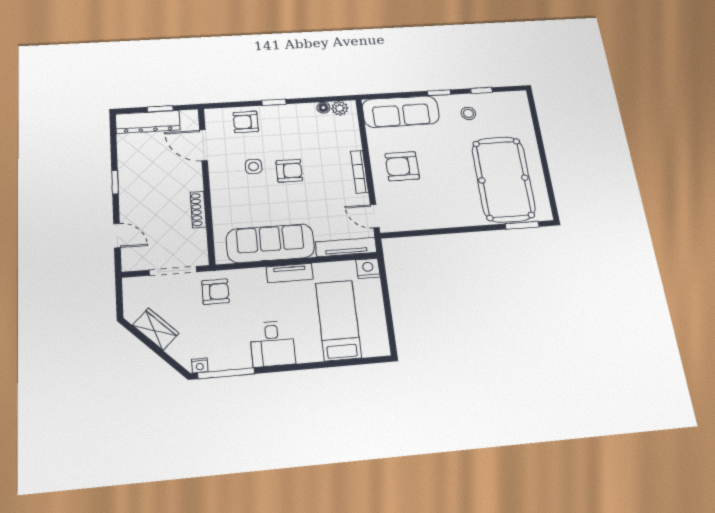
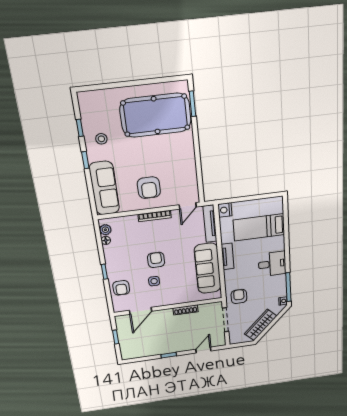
dresser: (148, 122) -> (126, 343), removed
wardrobe: (156, 329) -> (261, 325), width x1.50

